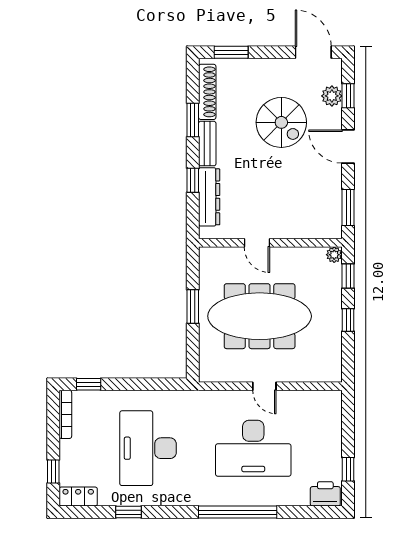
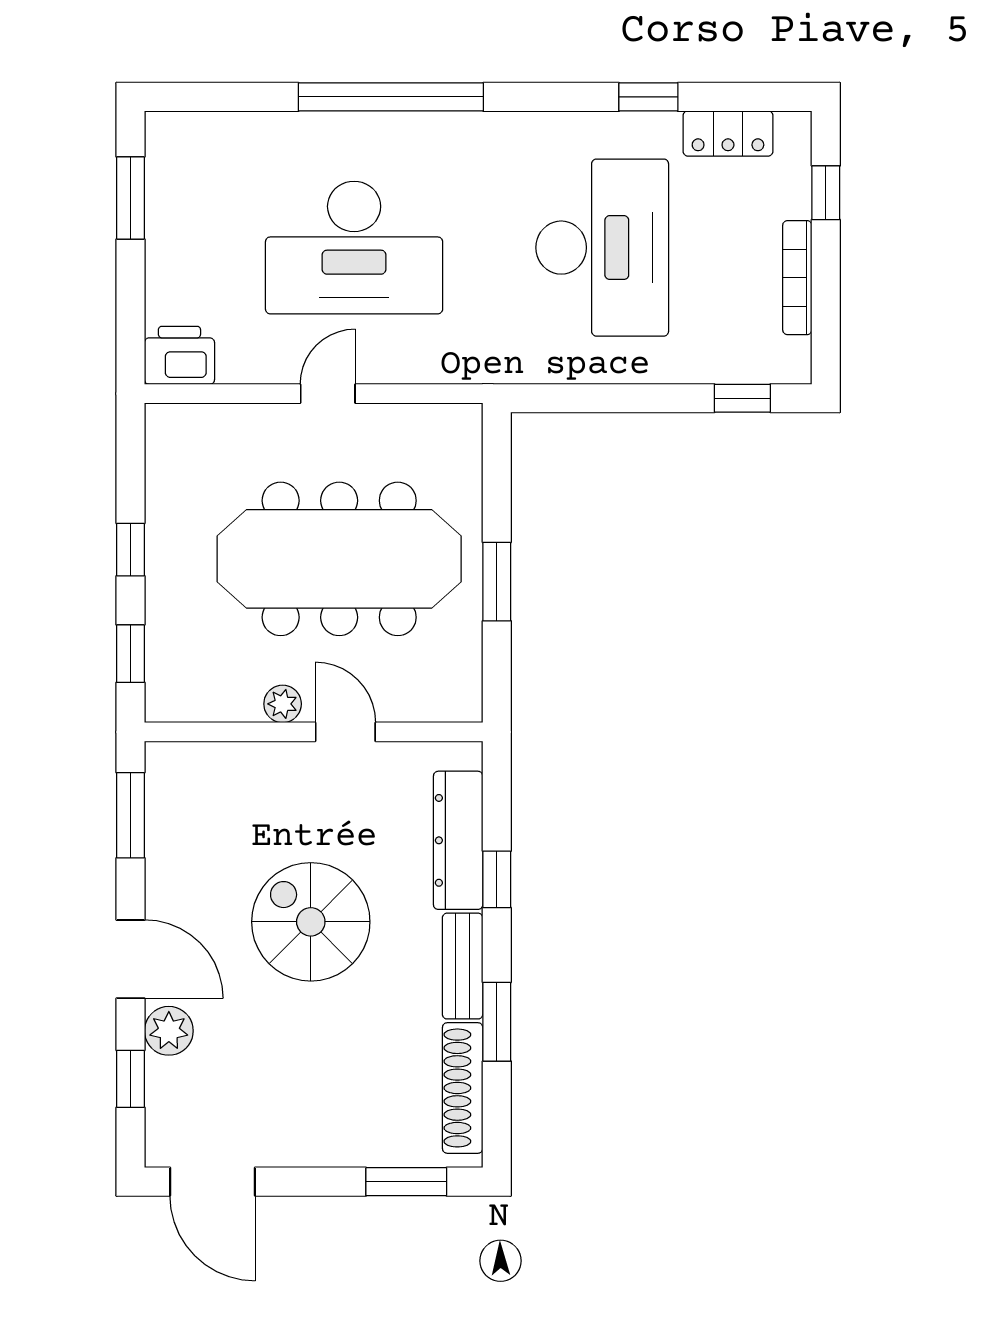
plant: (332, 96) -> (169, 1031), moved
spiral stairs: (281, 122) -> (311, 922), moved
plant: (334, 255) -> (283, 704), moved
door: (264, 386) -> (328, 394), hinge flipped
bookcase: (65, 414) -> (797, 278), moved
desk: (253, 448) -> (354, 248), turned 180
window: (348, 469) -> (130, 198), width x1.50
printer: (325, 494) -> (179, 355), moved, turned 180
locker: (78, 497) -> (728, 133), moved

